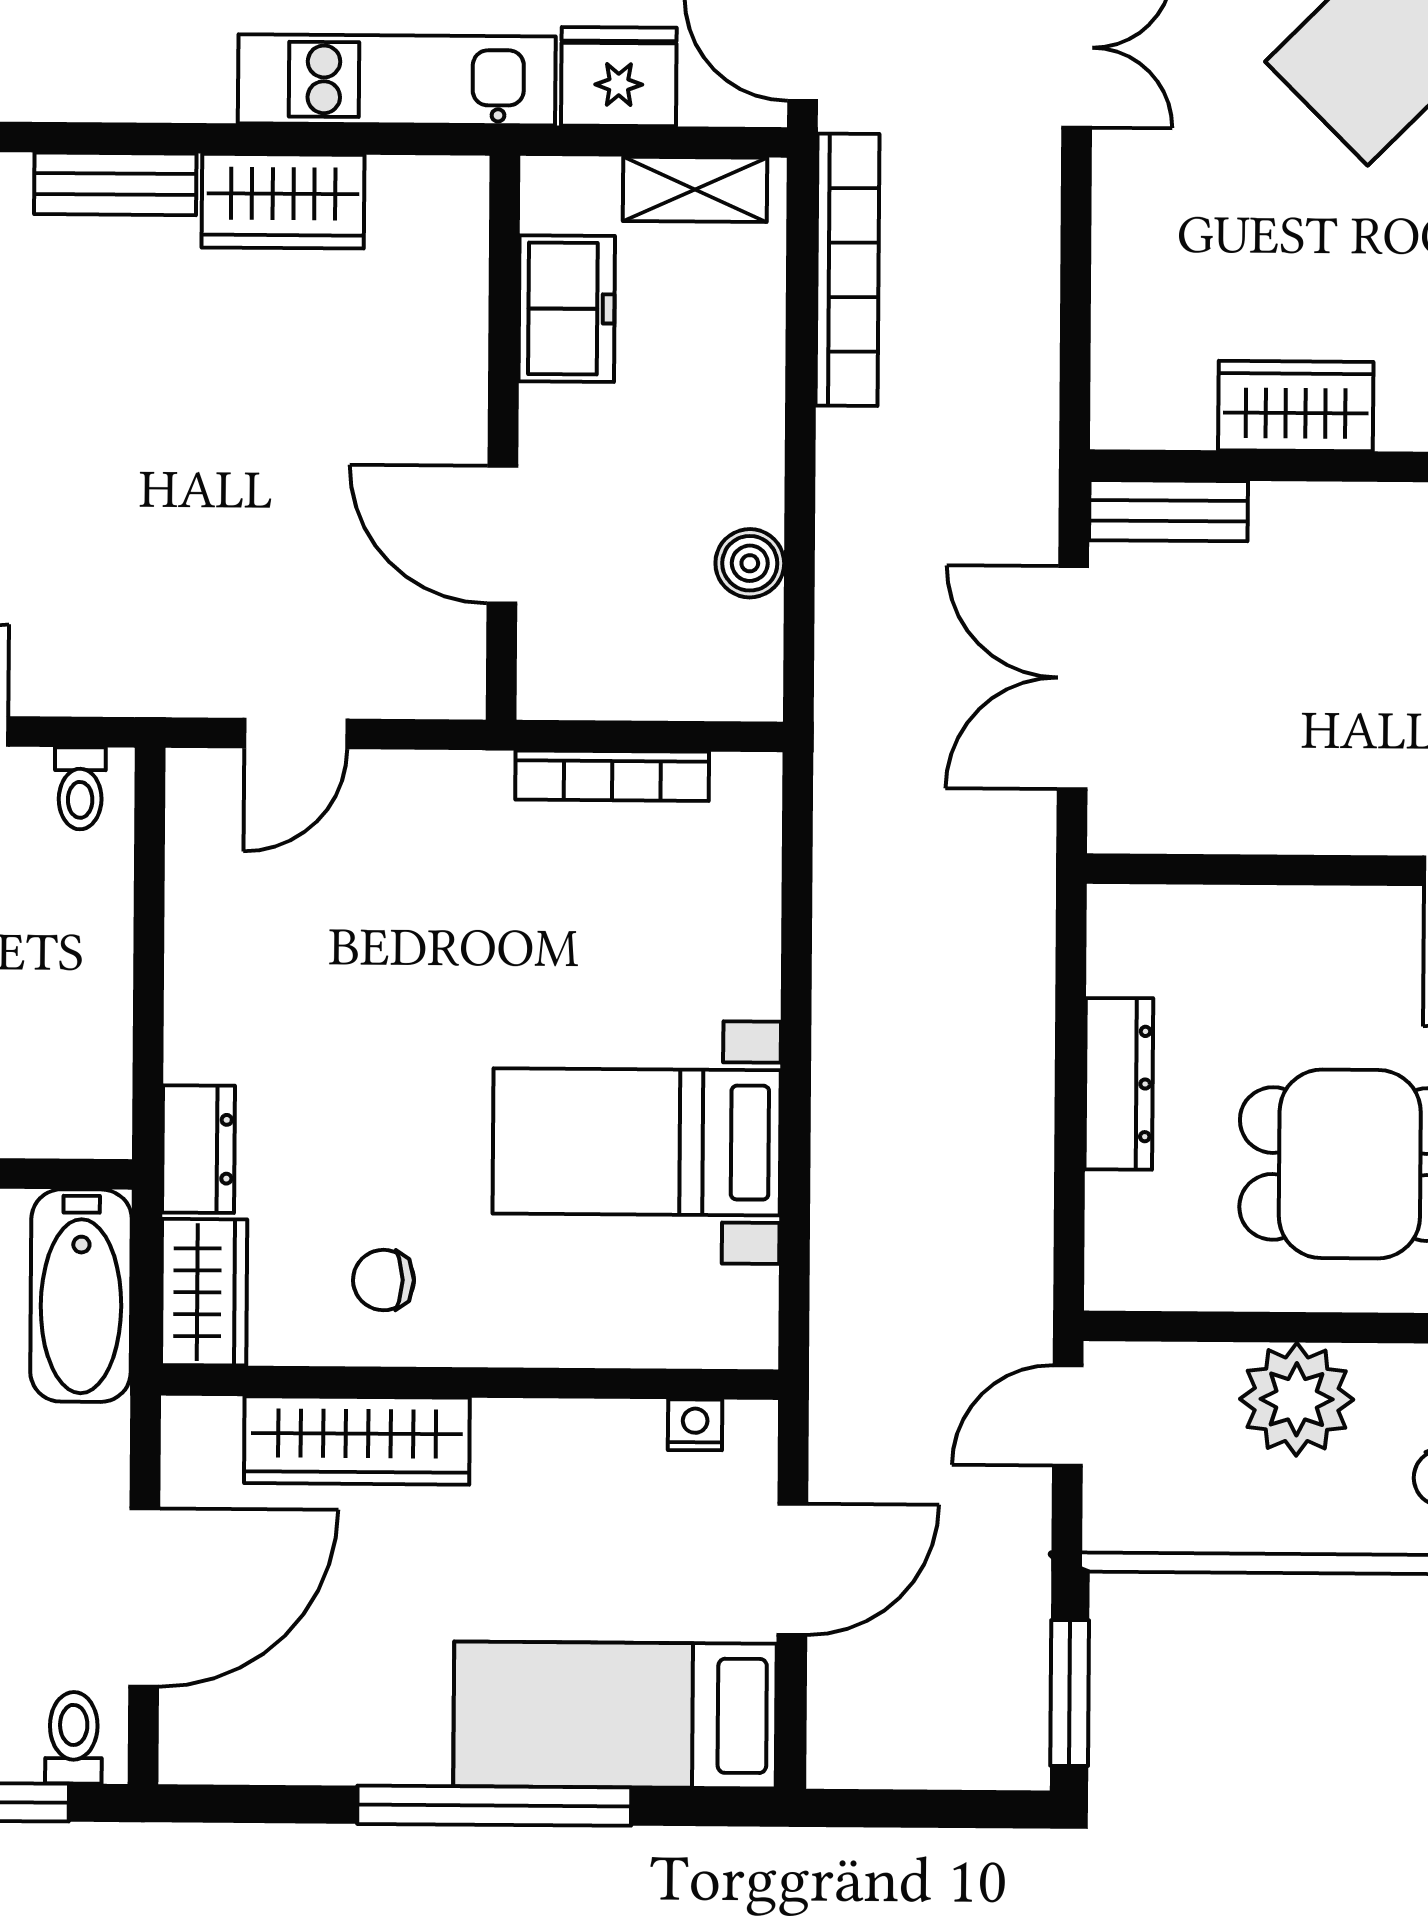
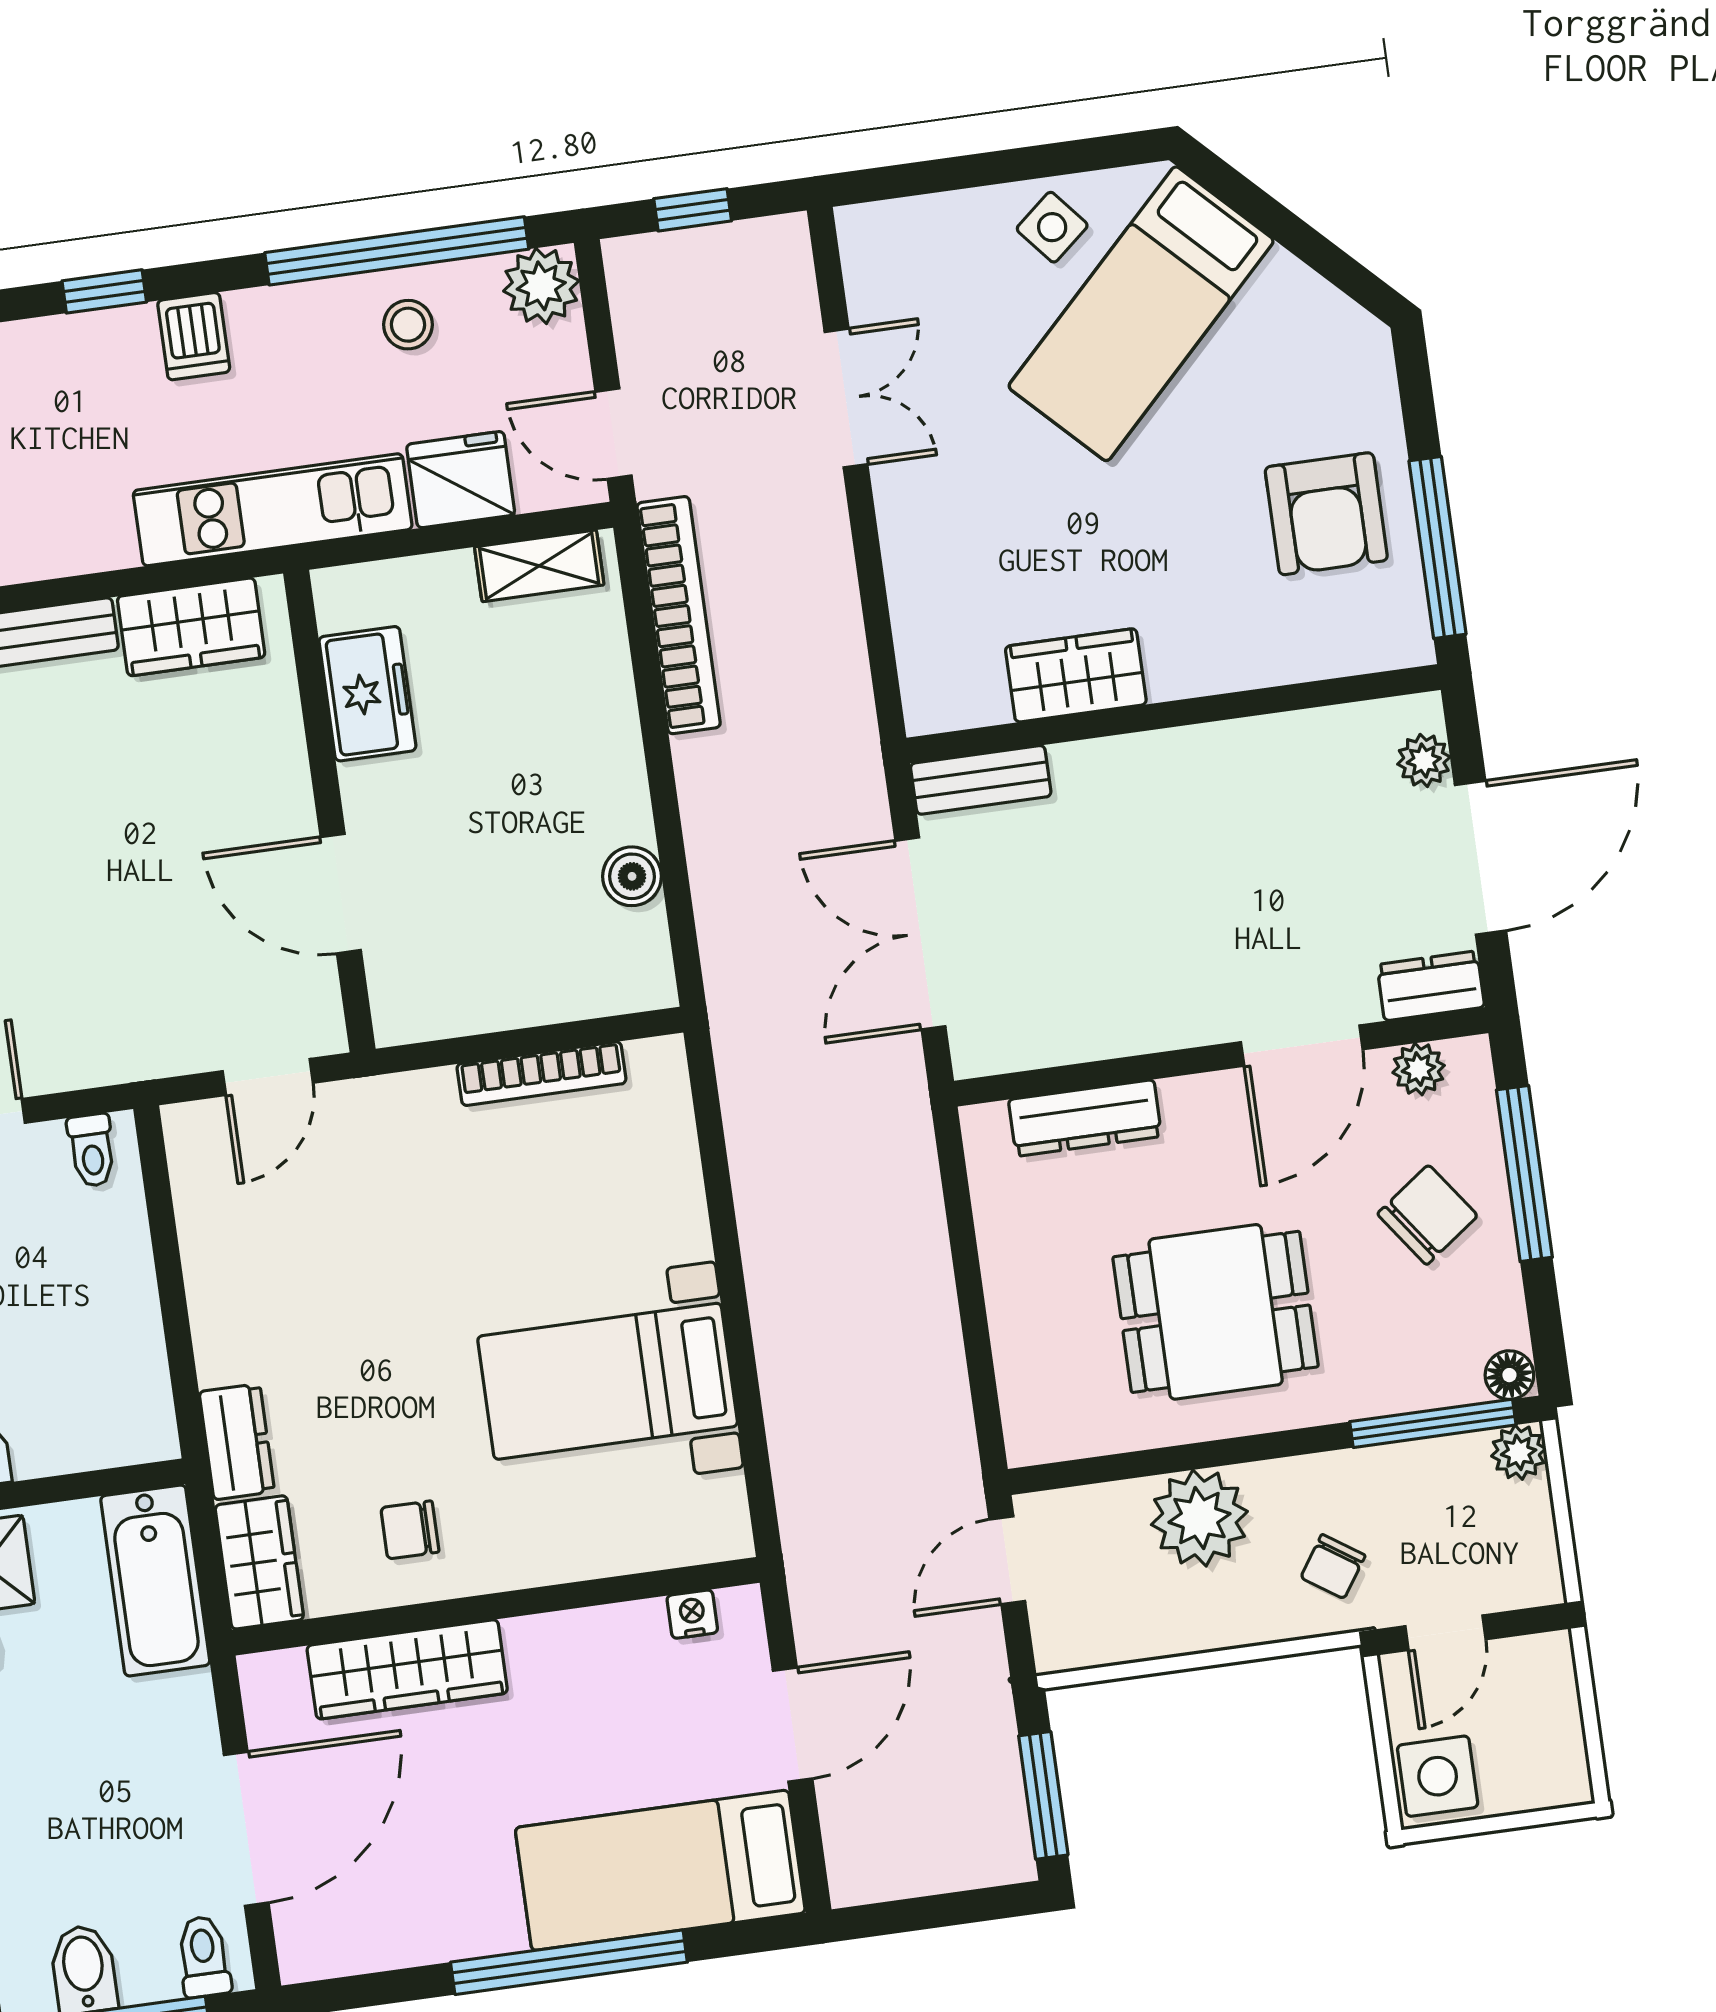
freezer: (567, 309) -> (367, 694), moved
wall: (503, 438) -> (329, 811), moved
door: (502, 535) -> (341, 894), moved
dresser: (1119, 1084) -> (1085, 1118), moved, turned 90

